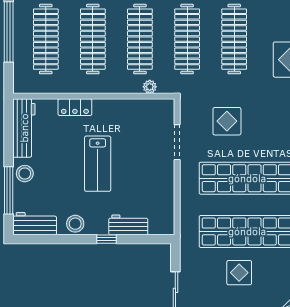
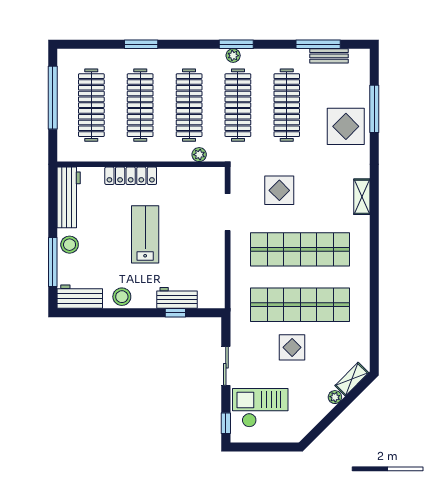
locker: (75, 107) -> (131, 176), width x1.53
lab bench: (98, 164) -> (145, 234), turned 180
window: (107, 239) -> (175, 313), moved

